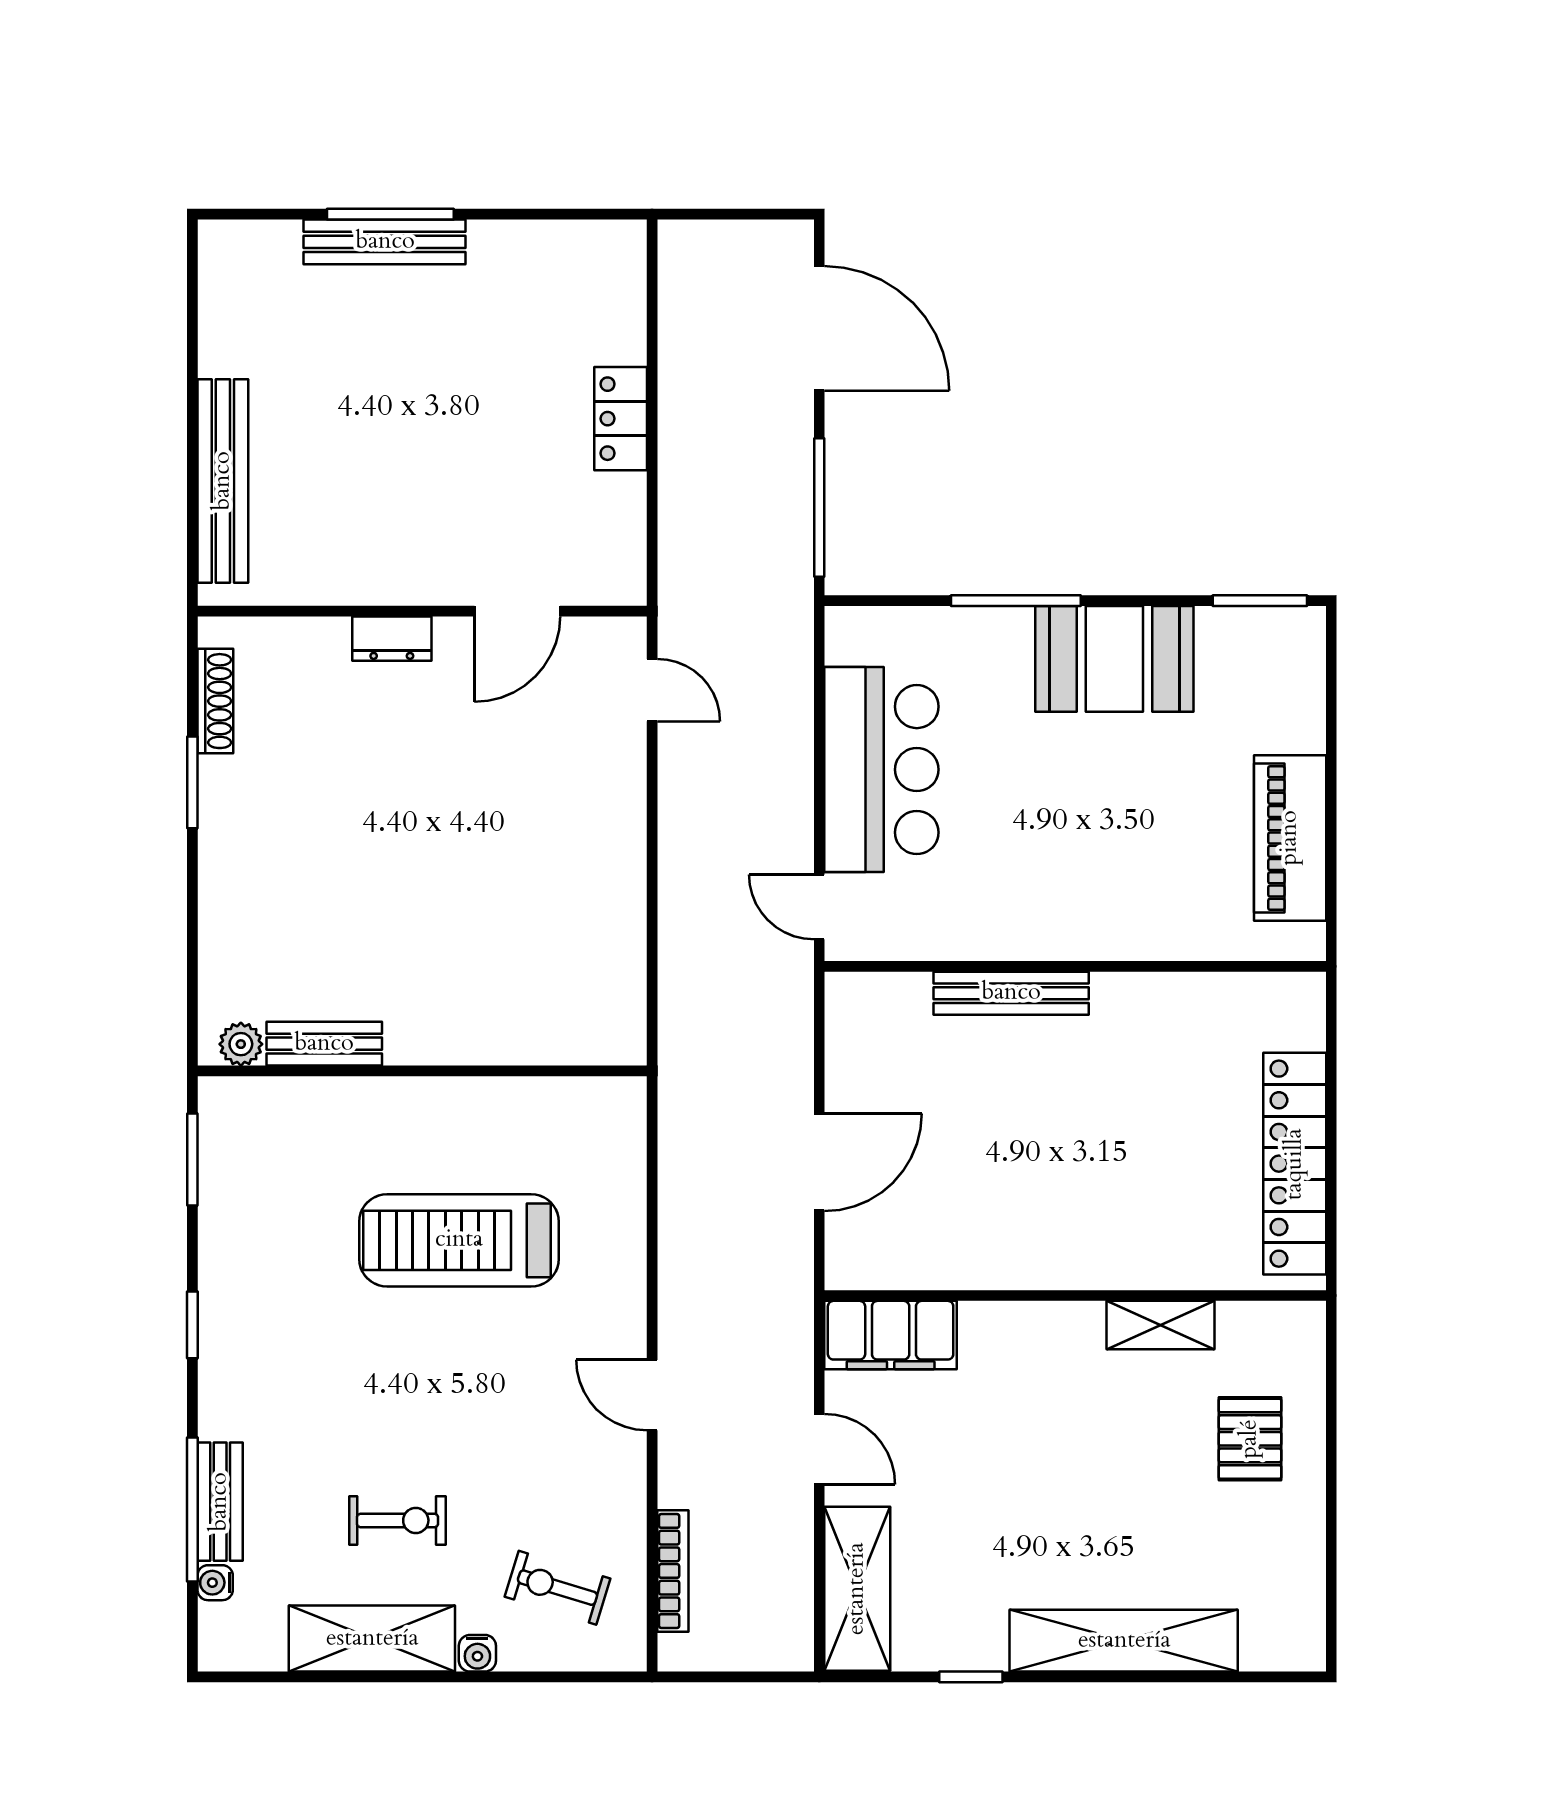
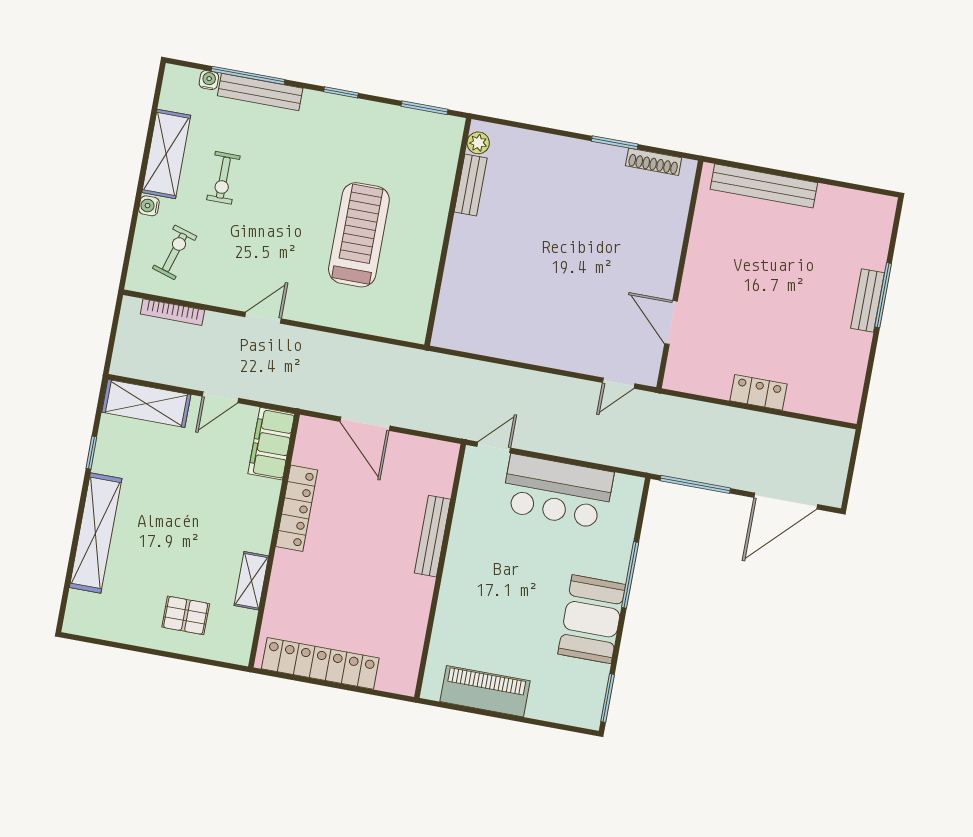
bench: (385, 242) -> (868, 301), width x0.73
dresser: (392, 639) -> (669, 257), removed
locker: (1005, 1264) -> (297, 508), added
bench: (220, 1502) -> (260, 92), width x1.36

